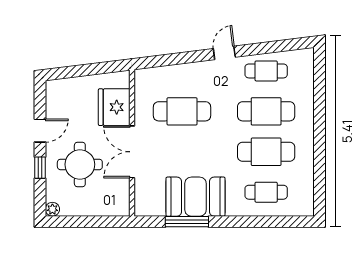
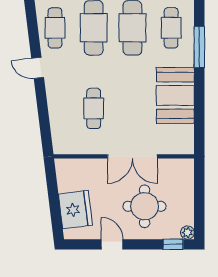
fridge: (114, 107) -> (75, 210), moved, turned -97
cafe table: (182, 111) -> (94, 108), width x0.73, depth x0.74
window: (40, 168) -> (173, 244), moved
window: (187, 222) -> (199, 47), moved

